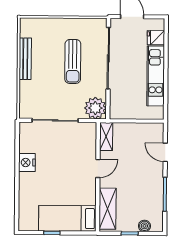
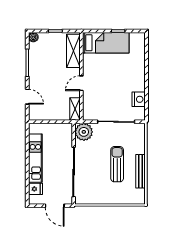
sun lounger: (73, 61) -> (117, 164), moved
nightstand: (27, 163) -> (139, 99), moved
boiler: (144, 226) -> (33, 37), moved

